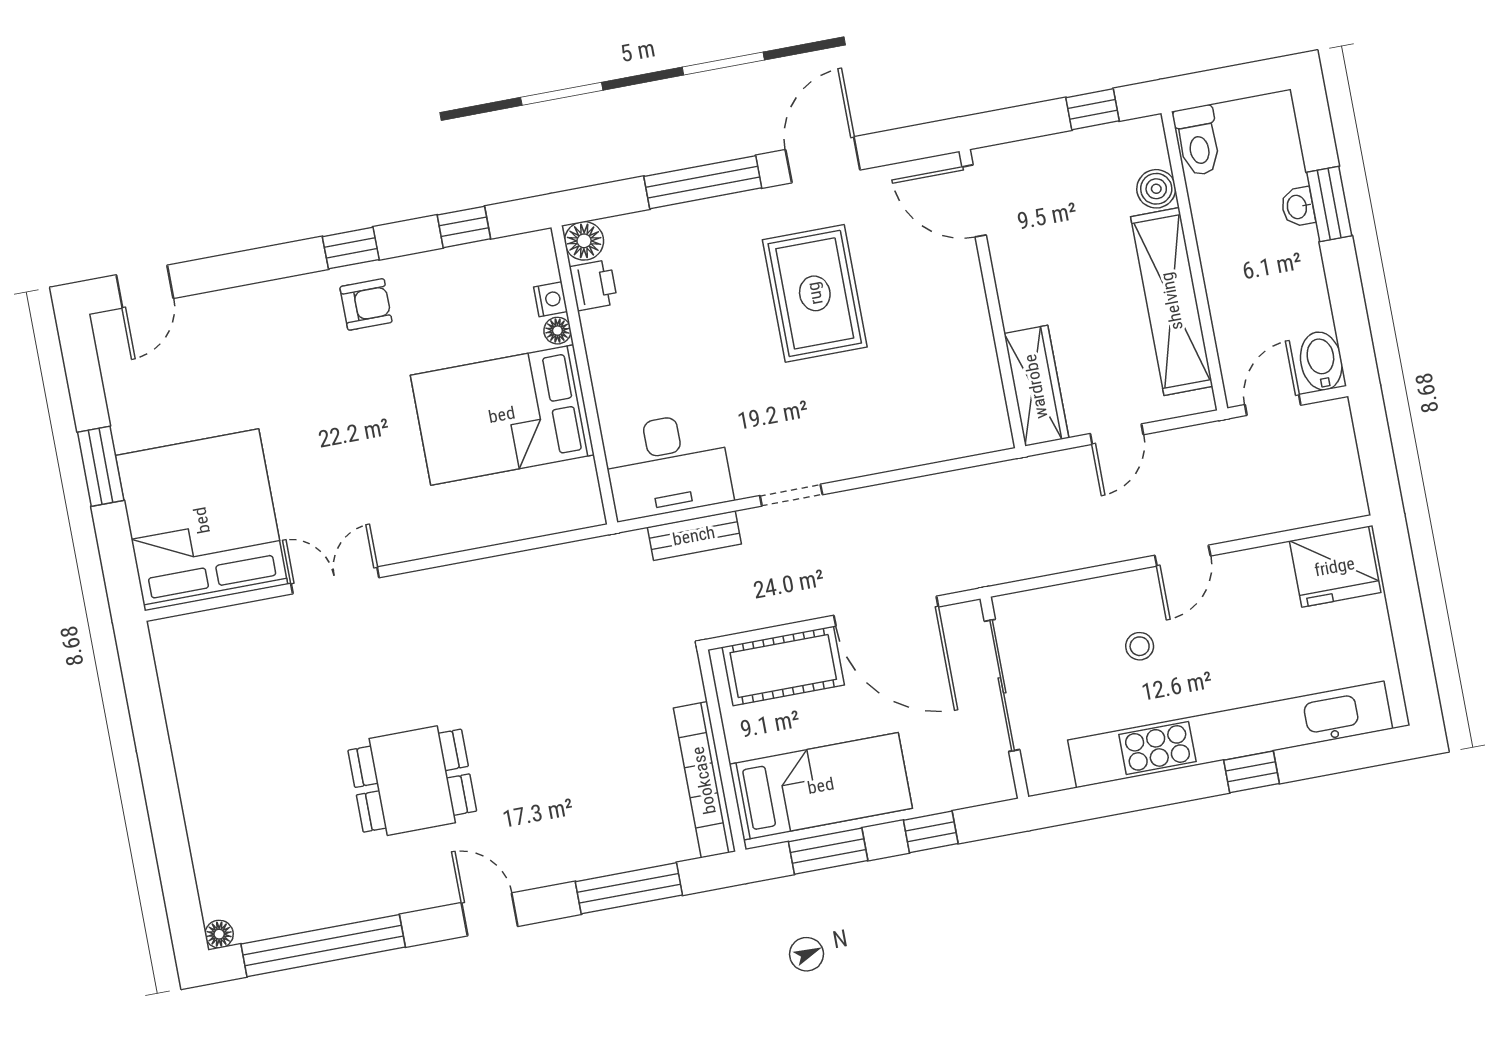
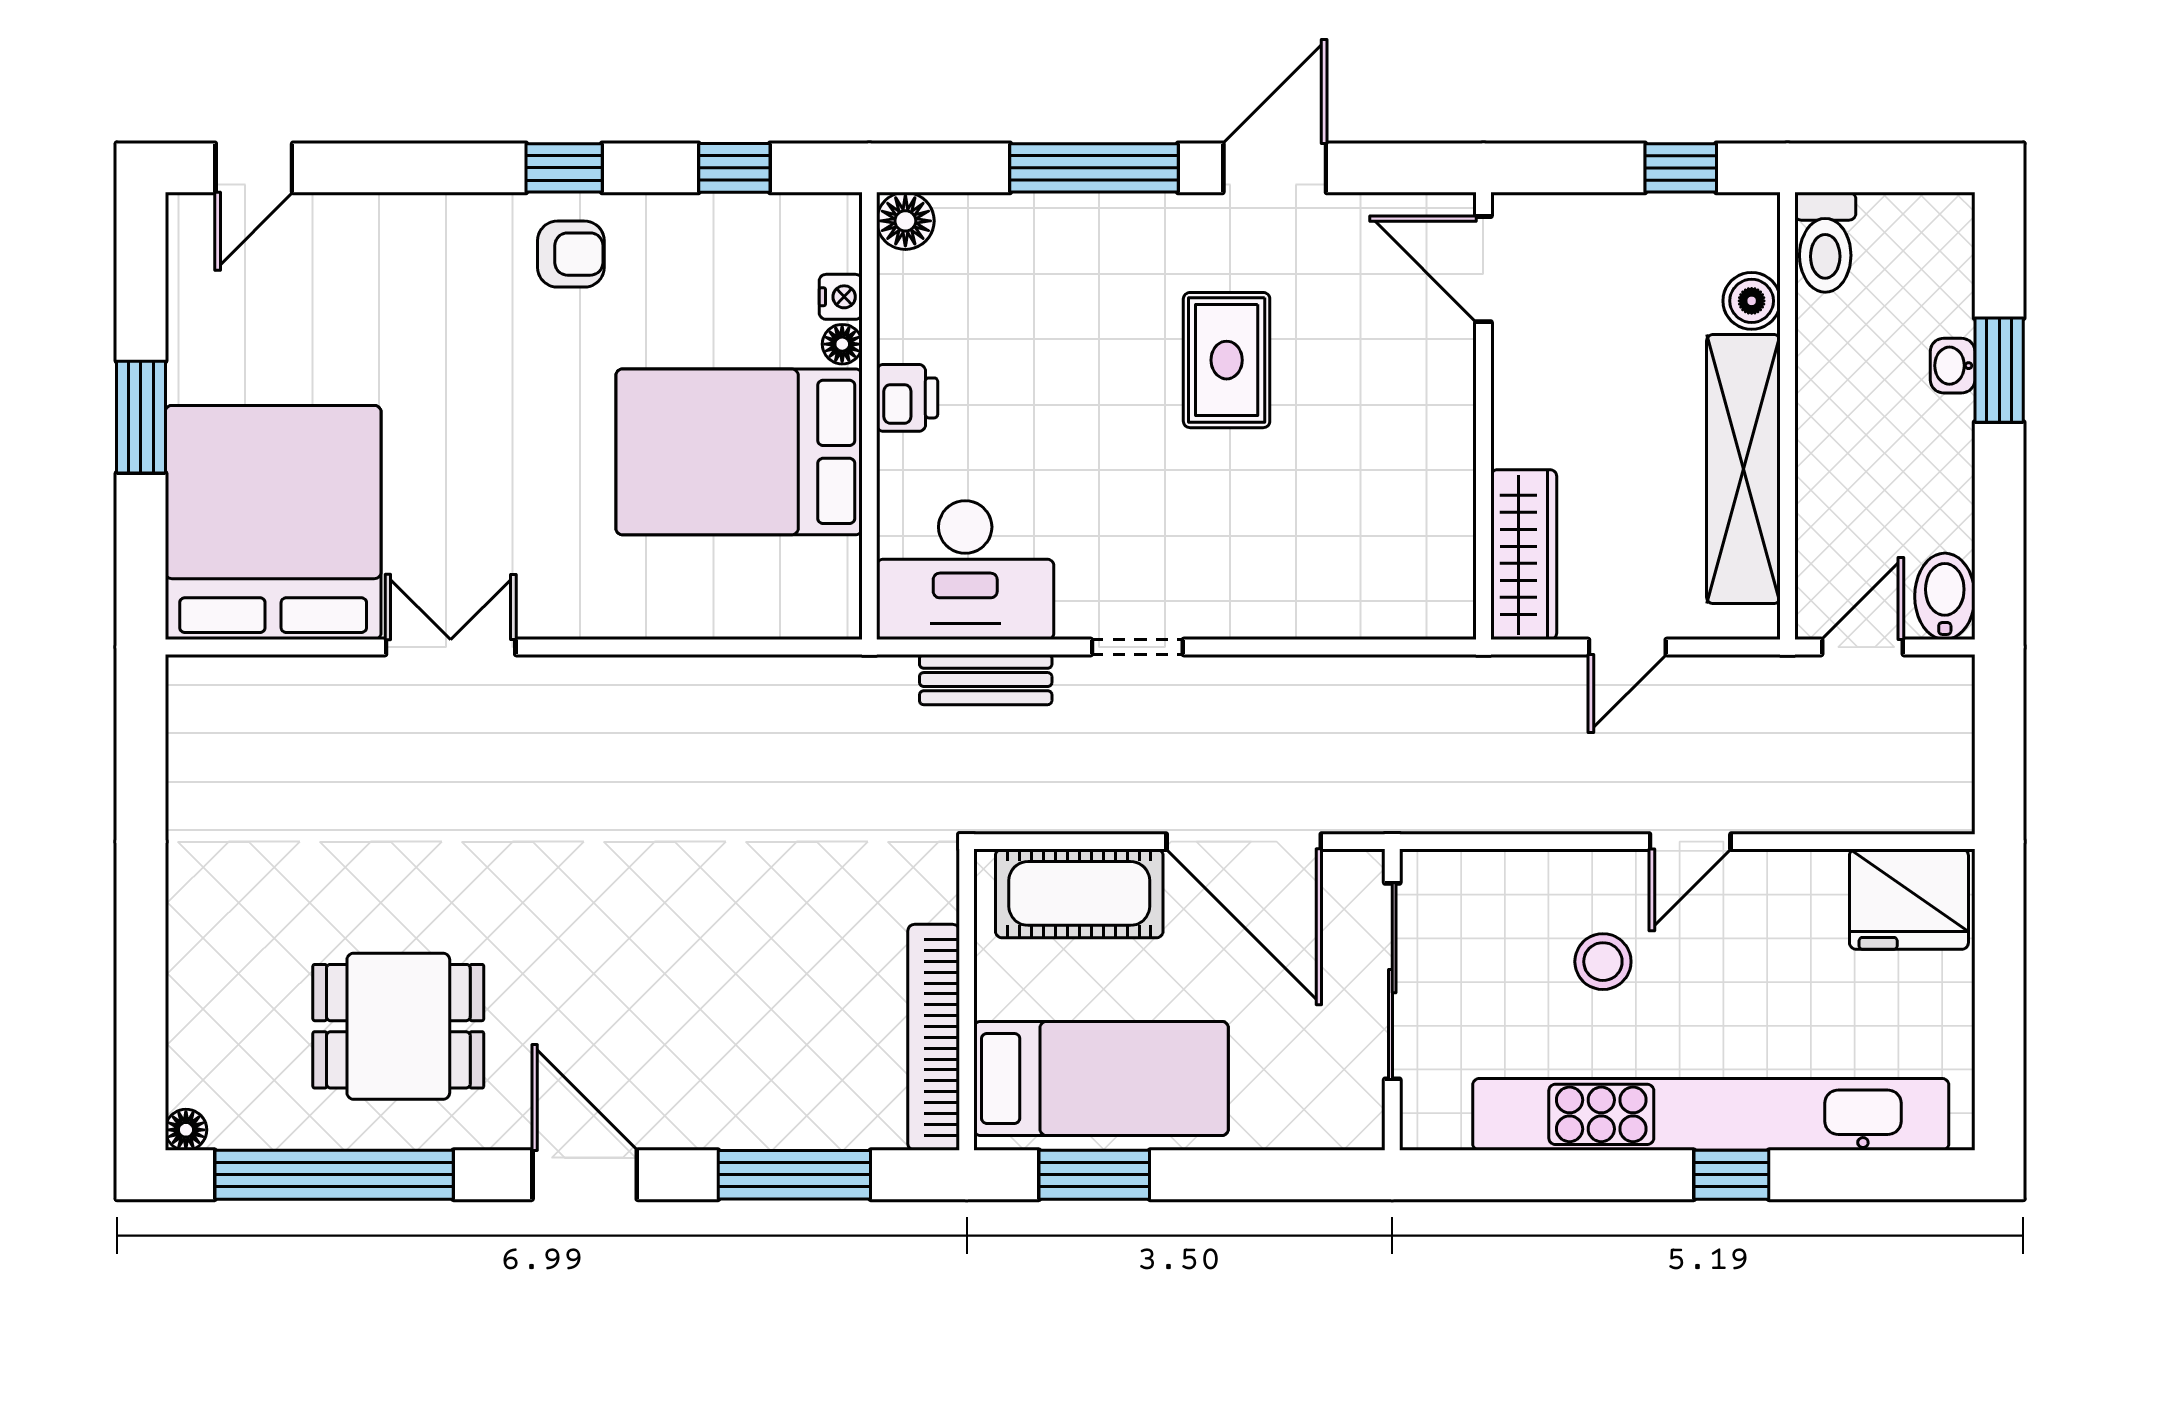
printer: (594, 285) -> (907, 398), moved
rug: (815, 293) -> (1227, 360), width x0.73, depth x0.70
stool: (1140, 646) -> (1603, 962), width x1.37, depth x1.37
dining table: (412, 781) -> (398, 1026), moved
window: (931, 832) -> (1249, 1175), removed
door: (490, 914) -> (585, 1175), width x1.38

